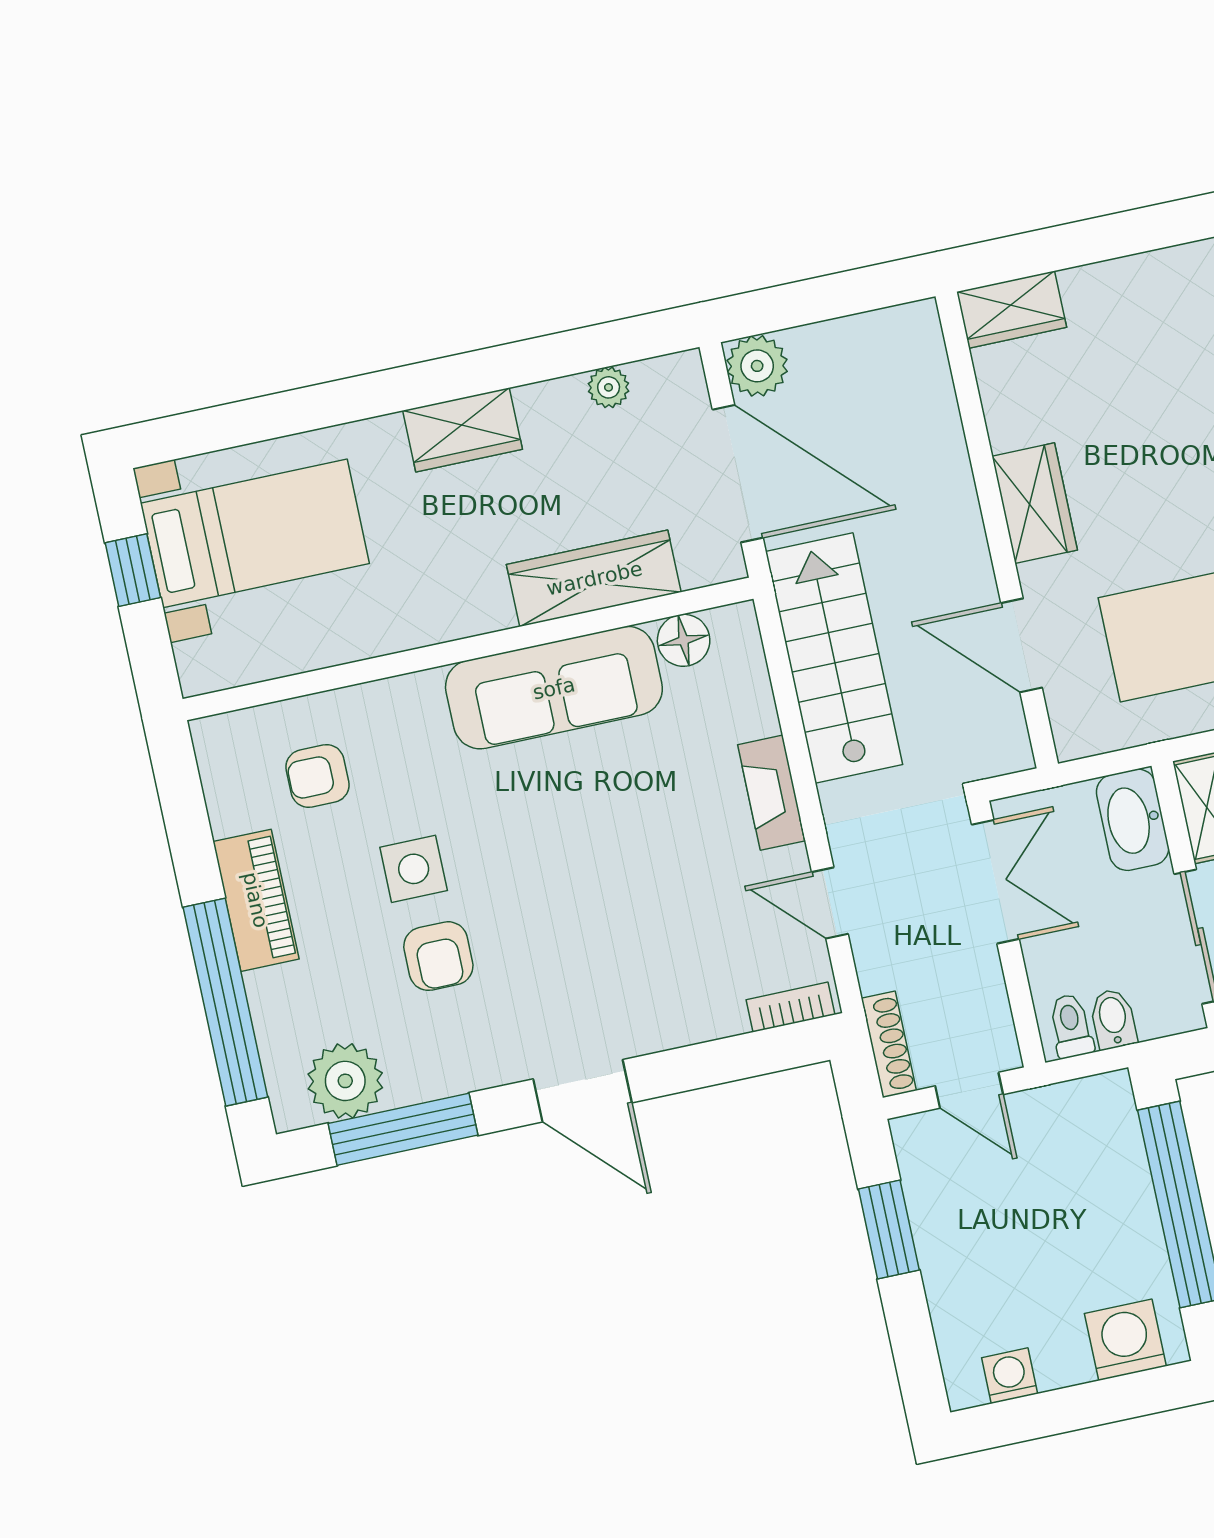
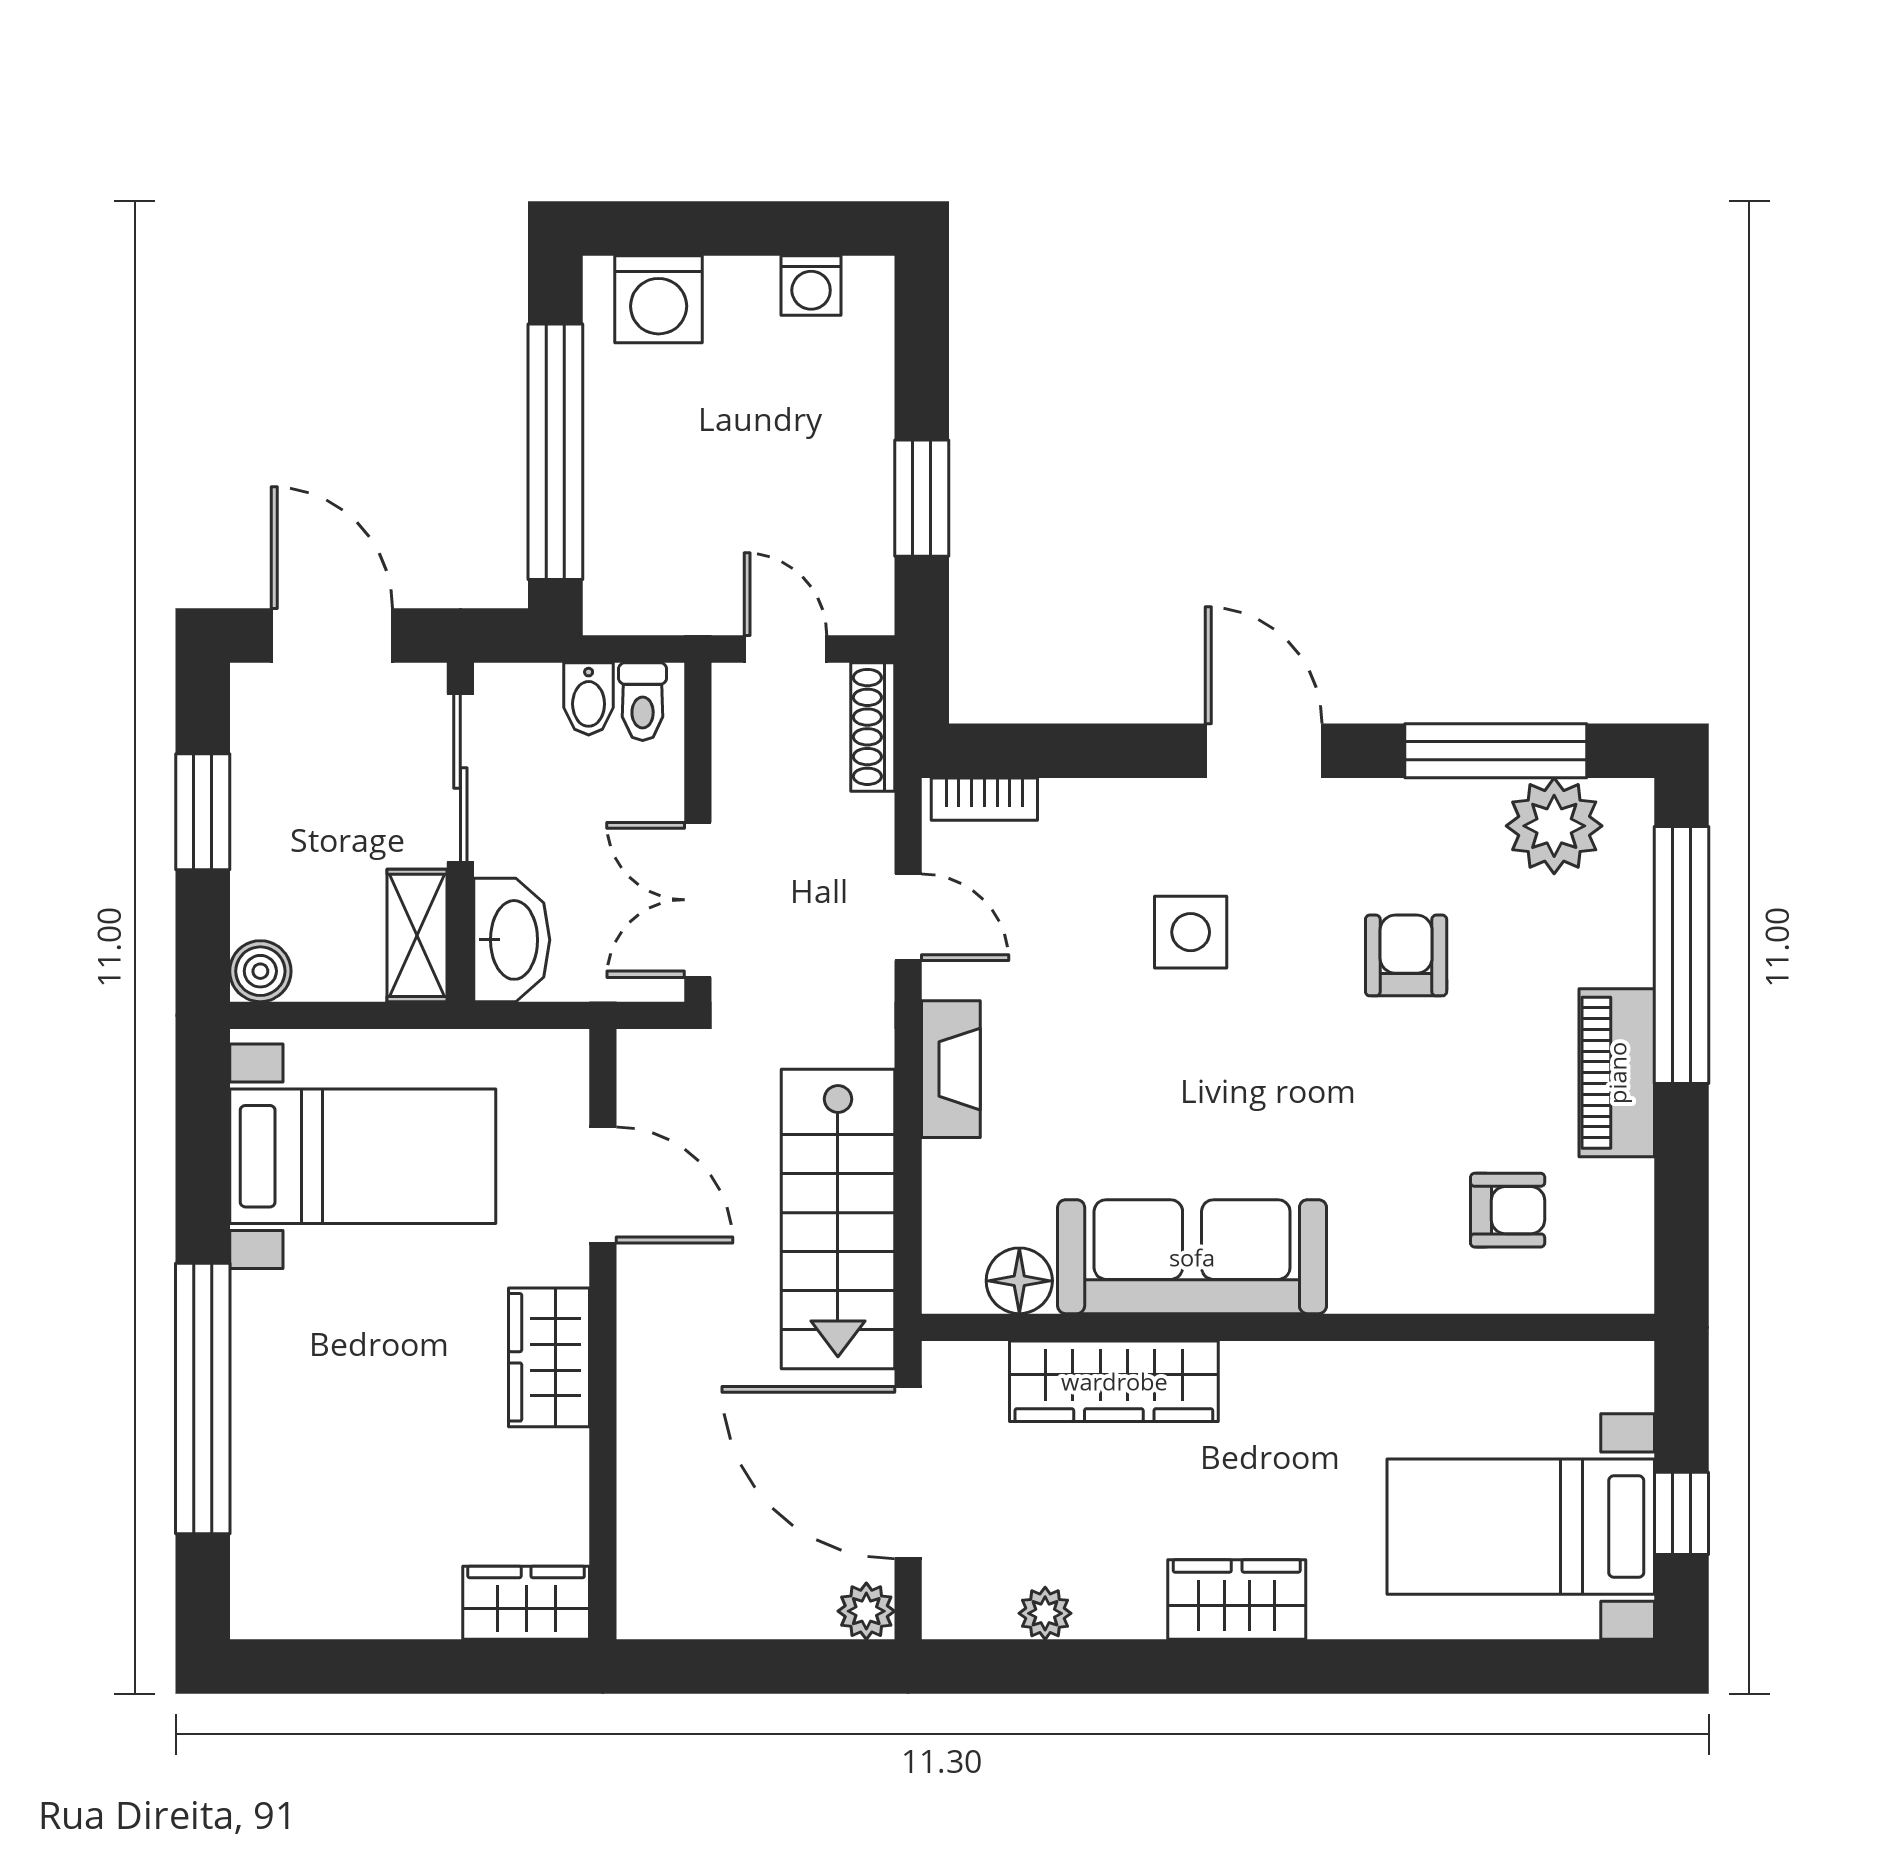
plant: (757, 366) -> (866, 1611), width x0.73, depth x0.73
side table: (414, 869) -> (1191, 932), moved

